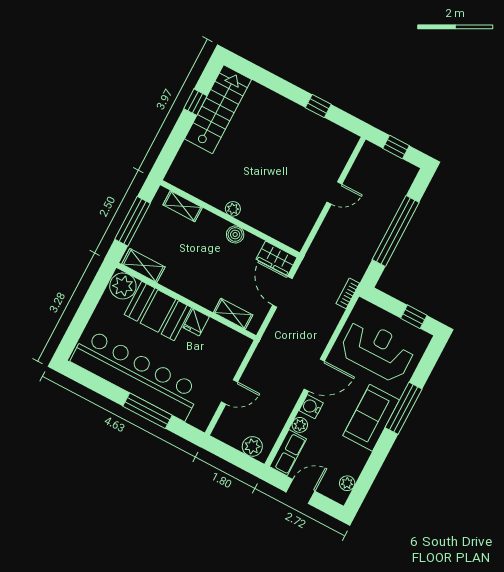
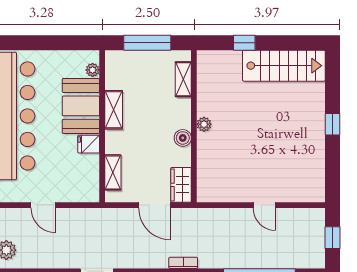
window: (195, 102) -> (244, 43), moved
window: (318, 106) -> (333, 124), moved
shelving: (143, 266) -> (114, 110), moved
plant: (123, 286) -> (93, 70), width x0.53, depth x0.53
door: (282, 292) -> (155, 205), swing flipped

